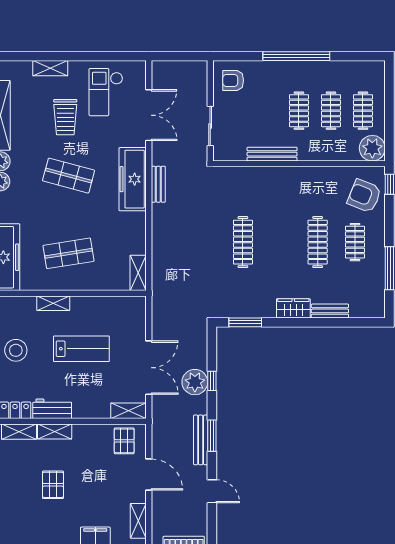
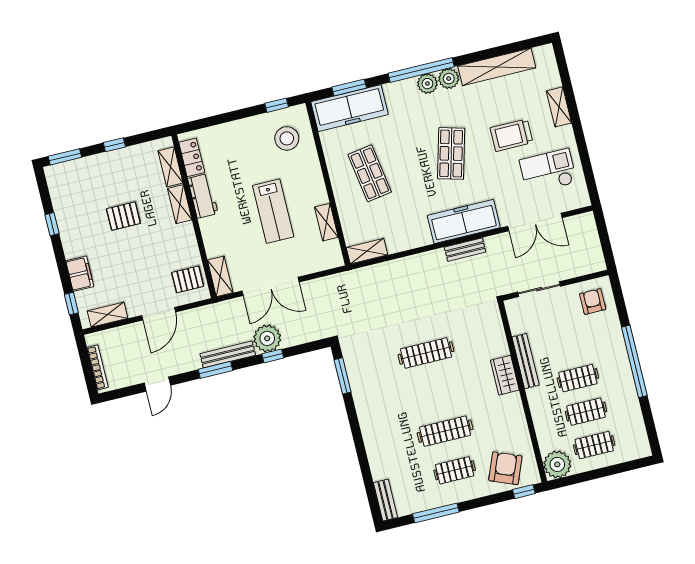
shelving: (53, 303) -> (326, 222), moved
wardrobe: (293, 308) -> (505, 375), moved, turned 180
bench: (330, 311) -> (385, 500), moved
stool: (16, 350) -> (287, 138), moved
bench: (201, 440) -> (228, 354), moved

